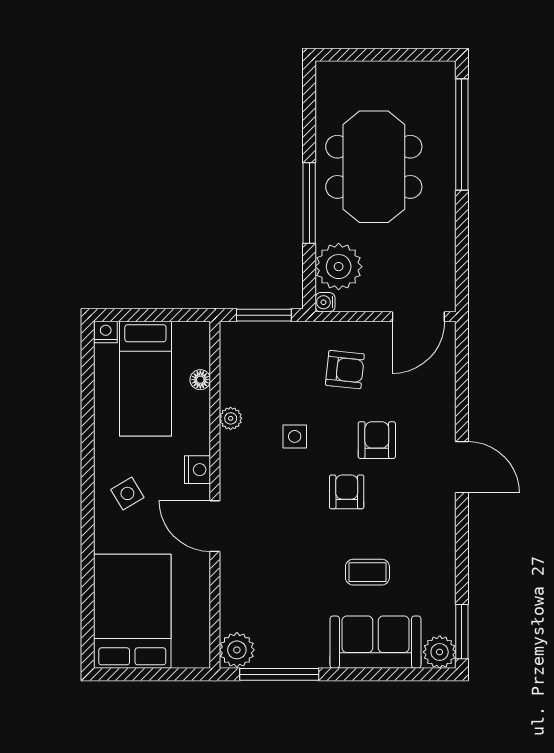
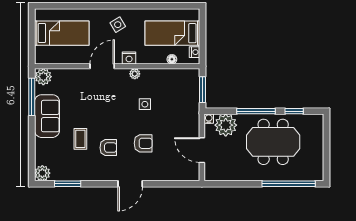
window: (309, 123) -> (294, 111), added
door: (418, 317) -> (202, 150), moved
nightstand: (106, 332) -> (195, 52), moved
armchair: (345, 370) -> (177, 128), removed
plant: (231, 418) -> (135, 74), moved
armchair: (347, 492) -> (108, 148), moved
bed: (132, 611) -> (62, 33), width x0.67
window: (462, 632) -> (68, 184), moved
sofa: (375, 642) -> (47, 116), moved

